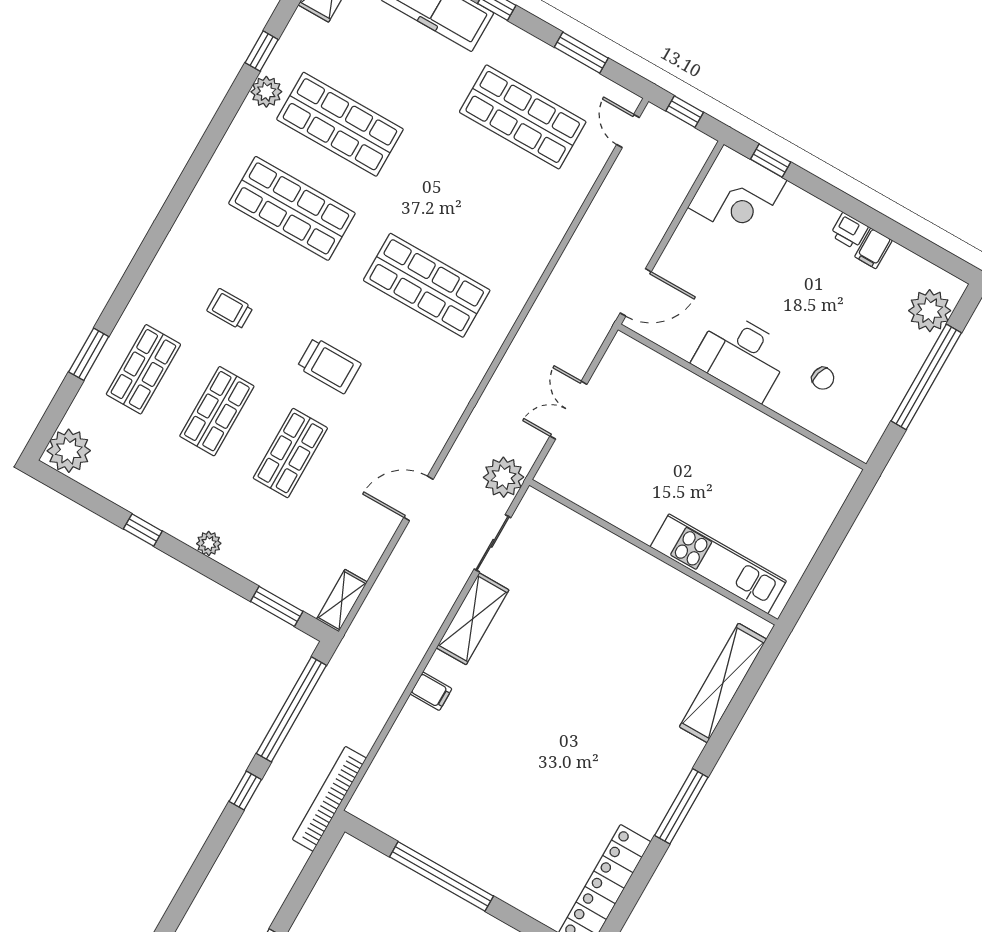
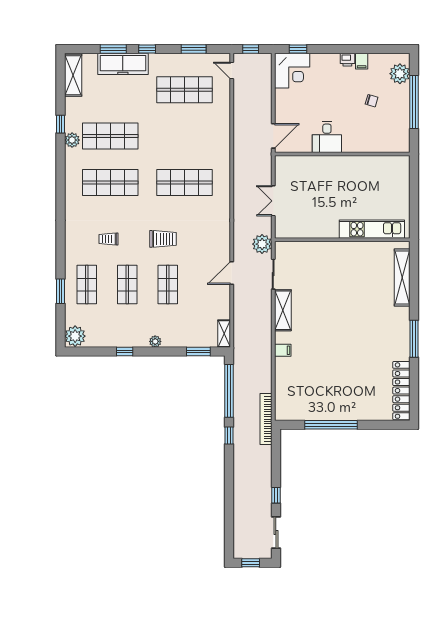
desk: (742, 356) -> (327, 137), width x0.73
chair: (823, 378) -> (372, 101), moved

